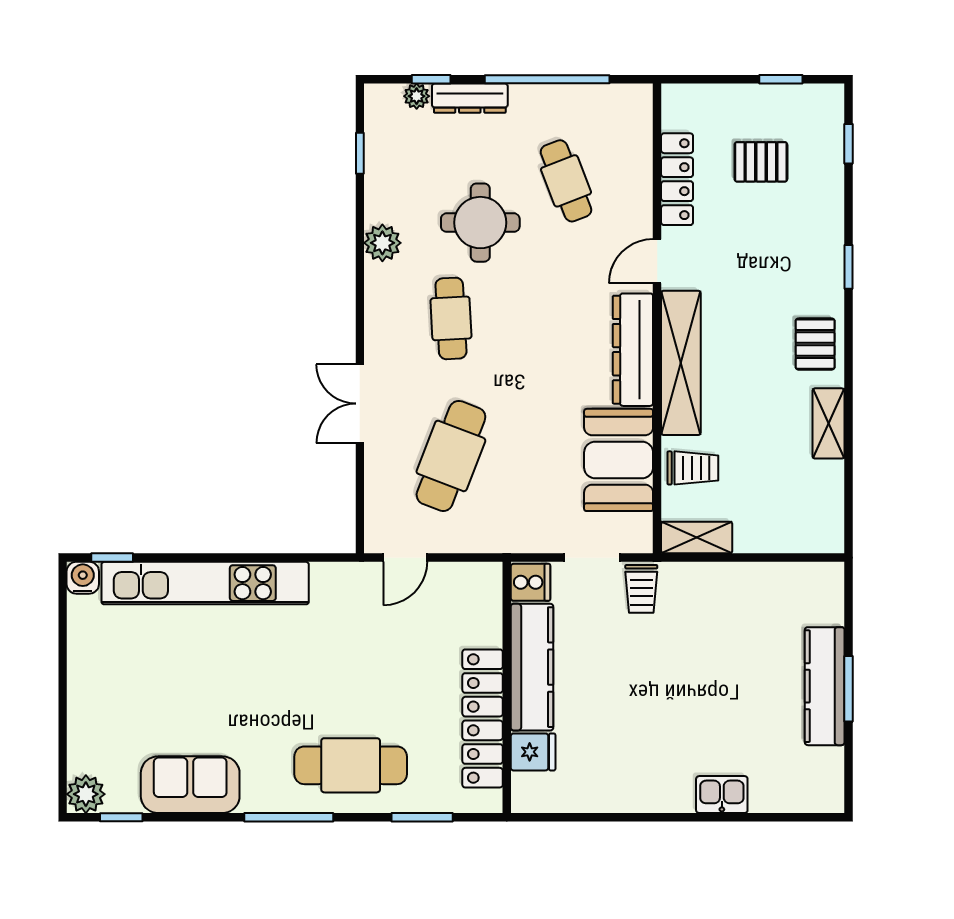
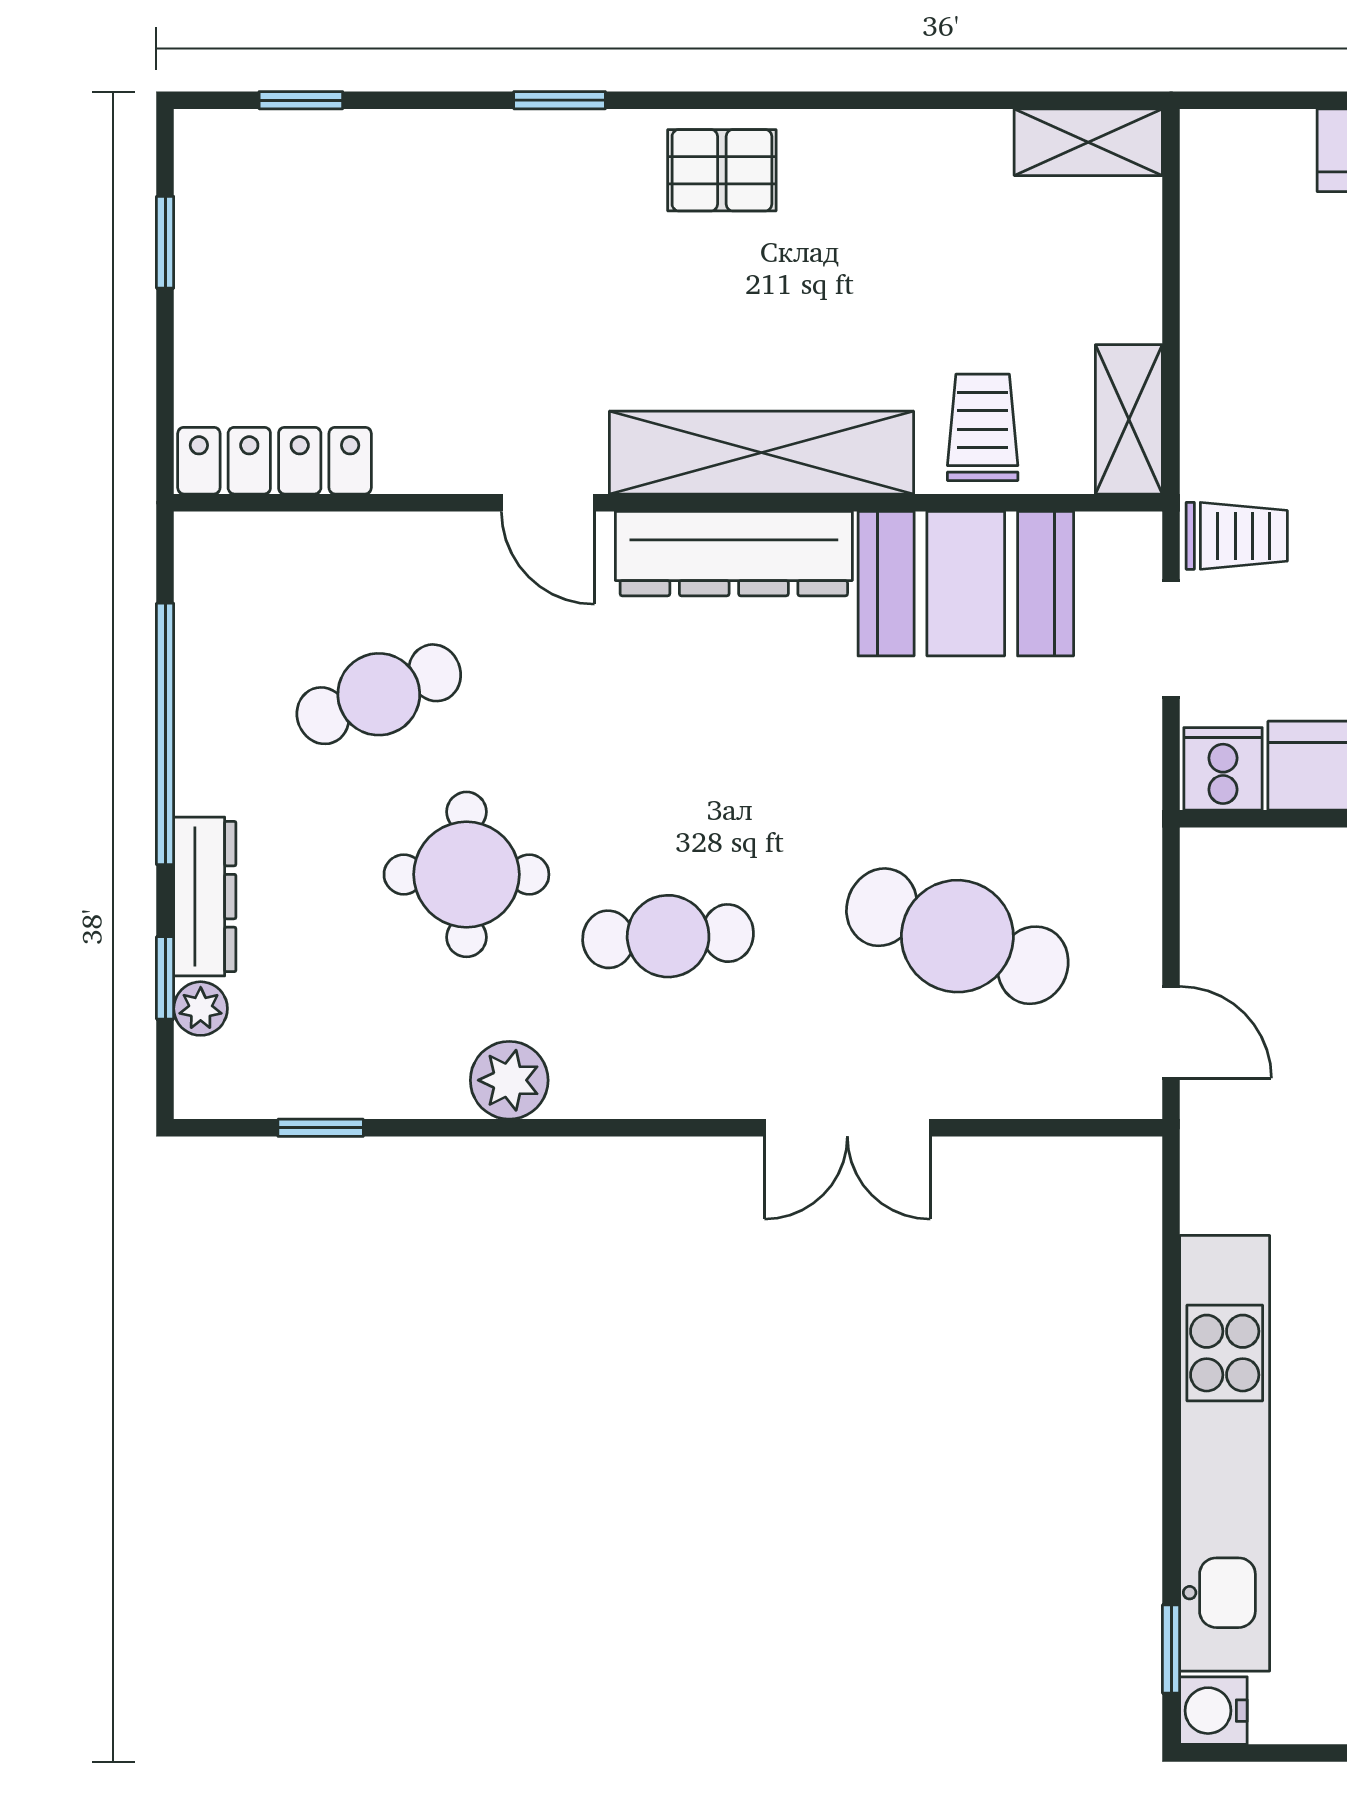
pallet: (761, 162) -> (339, 284), removed
locker: (677, 179) -> (274, 461), moved
shelving: (828, 423) -> (1088, 142), moved

